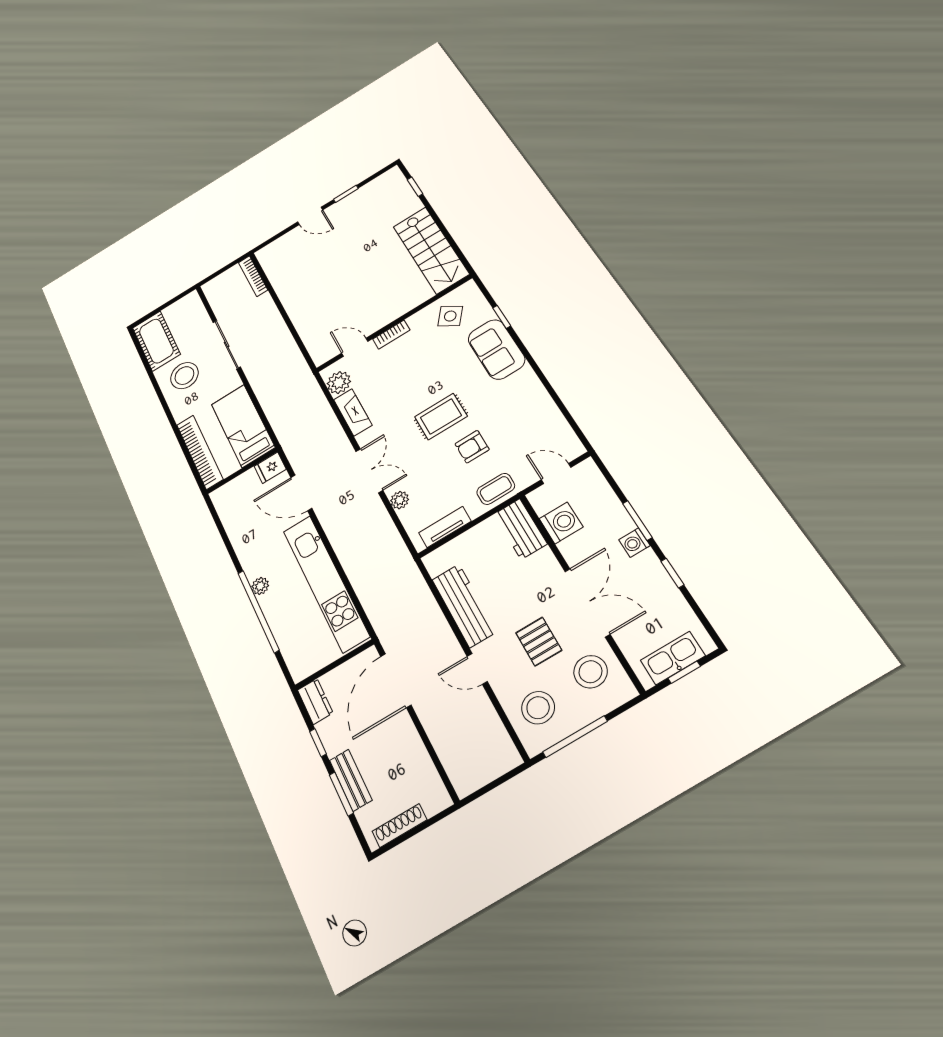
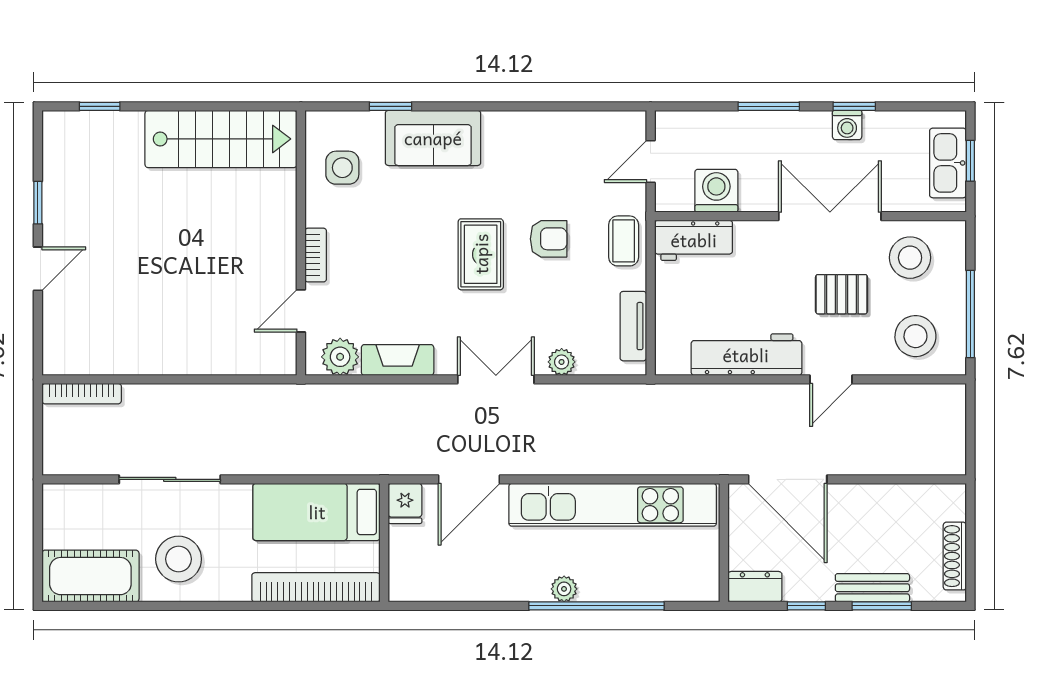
side table: (450, 316) -> (342, 168), turned -36
armchair: (472, 447) -> (549, 239), turned -90
washing machine: (634, 543) -> (847, 125), moved

